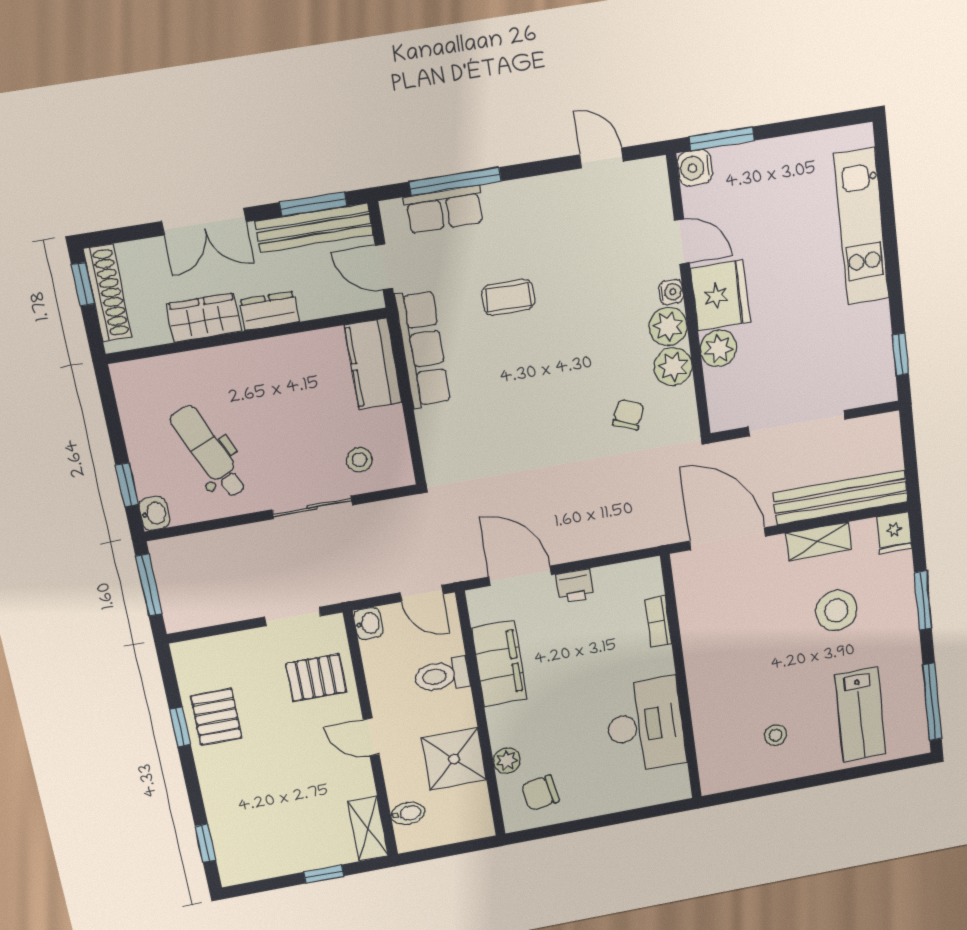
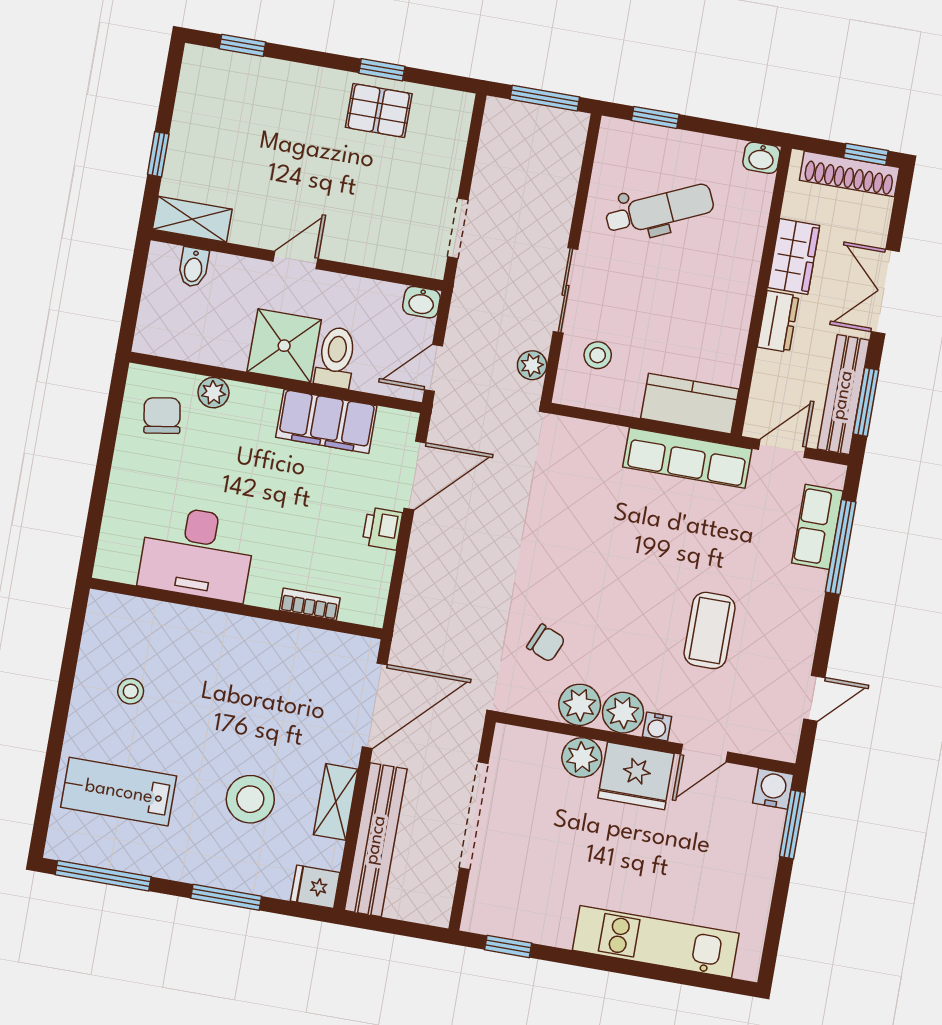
coffee table: (508, 297) -> (710, 630), moved, width x1.36, depth x1.30
plant: (389, 512) -> (532, 365), added
washbasin: (154, 513) -> (761, 158), moved
pallet: (316, 678) -> (383, 227), removed
shower: (454, 759) -> (284, 346), moved

